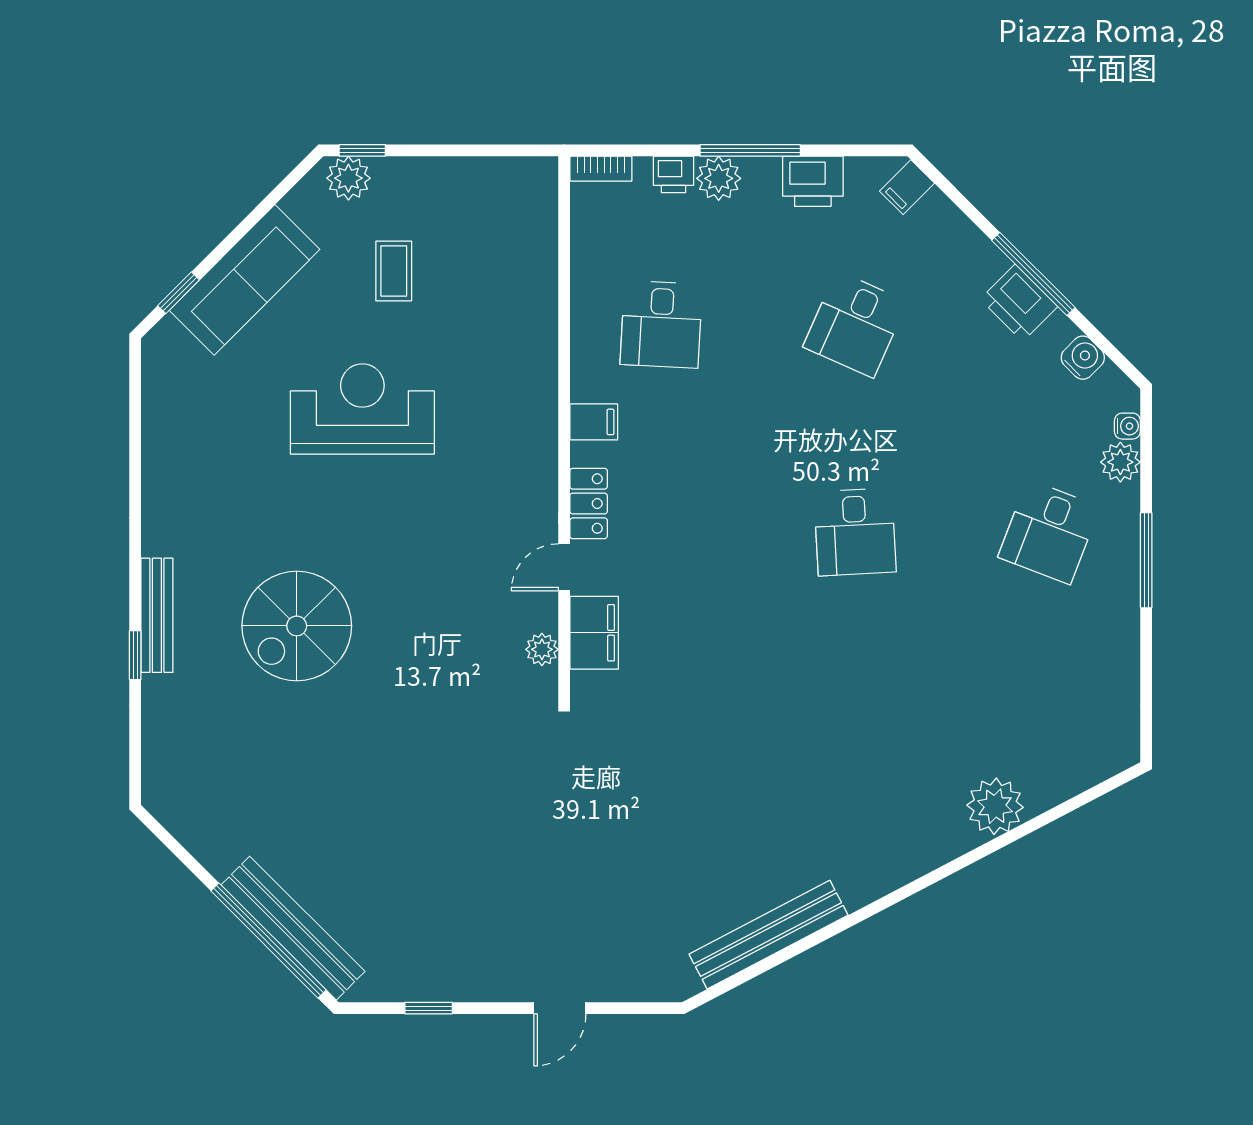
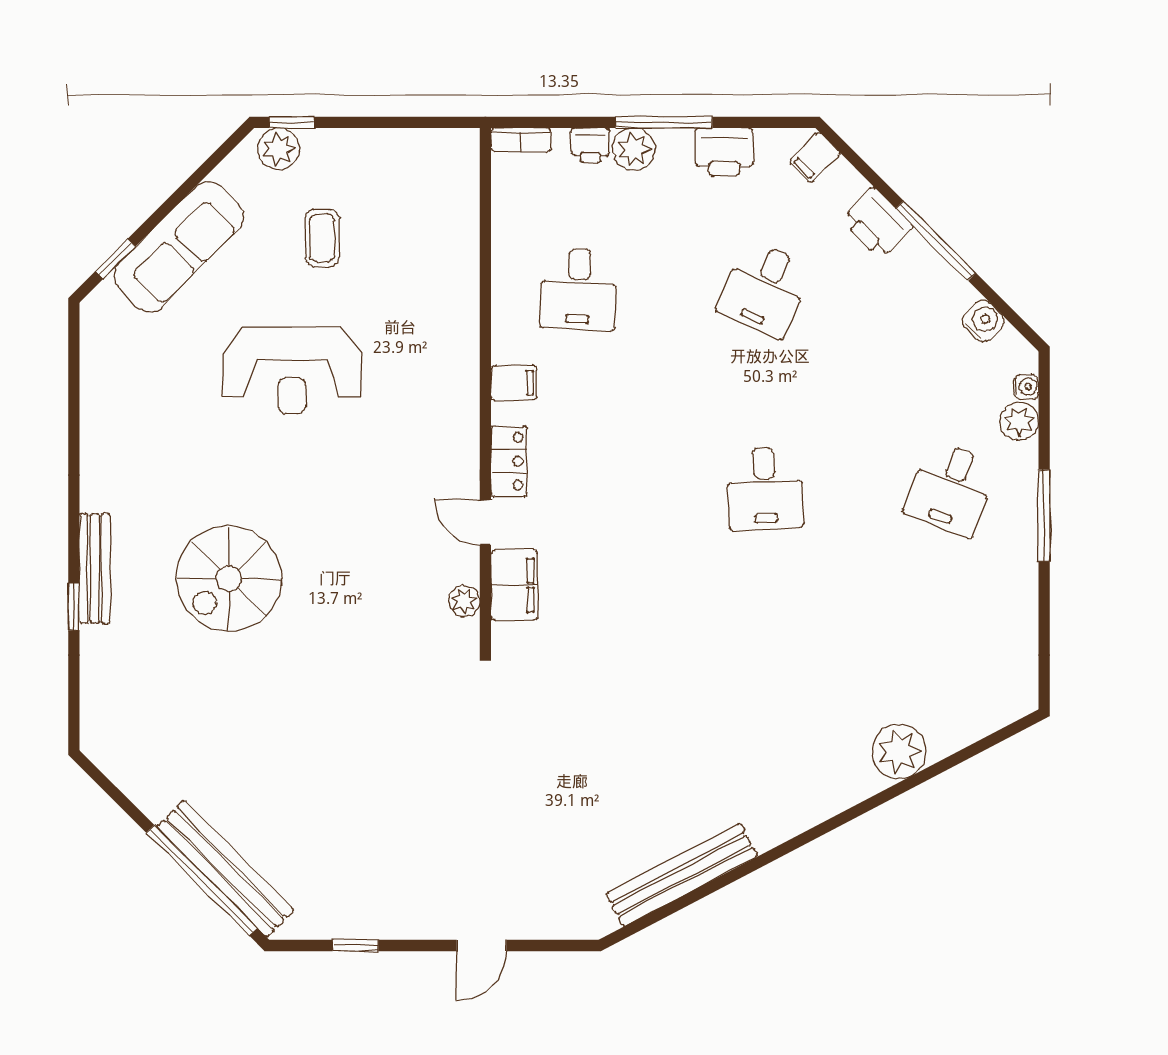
printer: (1019, 303) -> (877, 224), moved
reception desk: (362, 409) -> (292, 370), turned 180
door: (564, 567) -> (485, 522), hinge flipped

